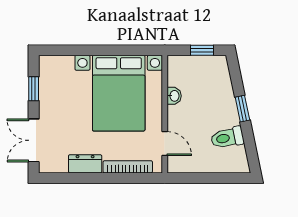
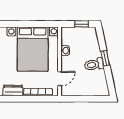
toilet: (227, 138) -> (94, 64), moved
door: (165, 144) -> (60, 79), hinge flipped

